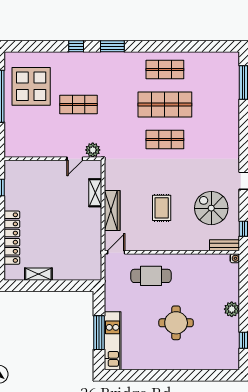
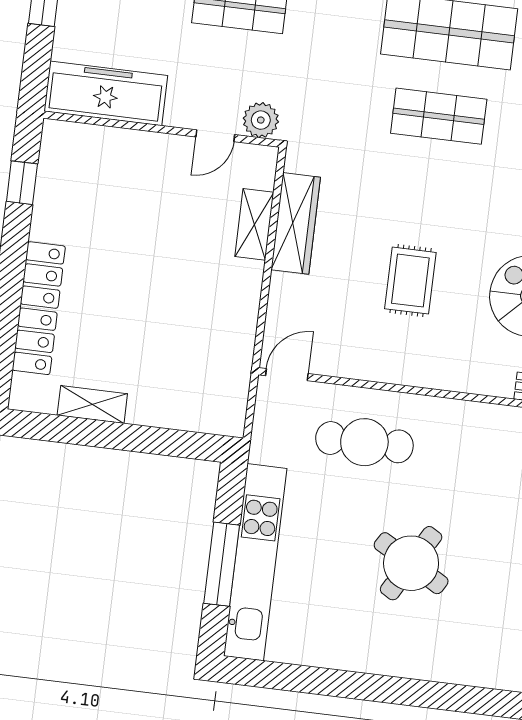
freezer: (28, 147) -> (106, 93), added
wardrobe: (112, 210) -> (296, 223), moved
round table: (176, 323) -> (411, 563), turned 30
kitchen unit: (113, 341) -> (255, 562), width x1.36

